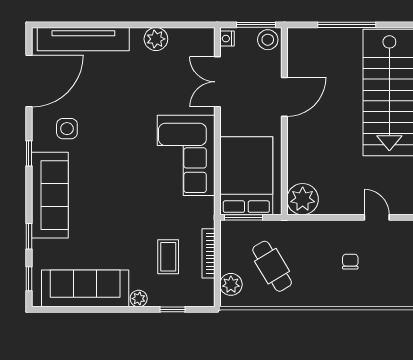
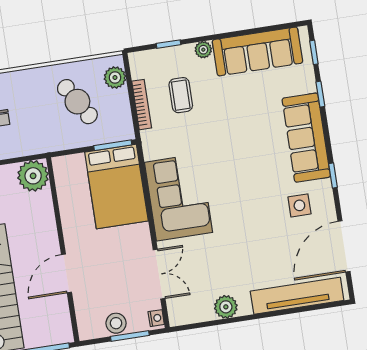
door: (284, 97) -> (66, 273), moved
wall: (284, 121) -> (63, 250), moved
plant: (303, 199) -> (33, 176), moved

